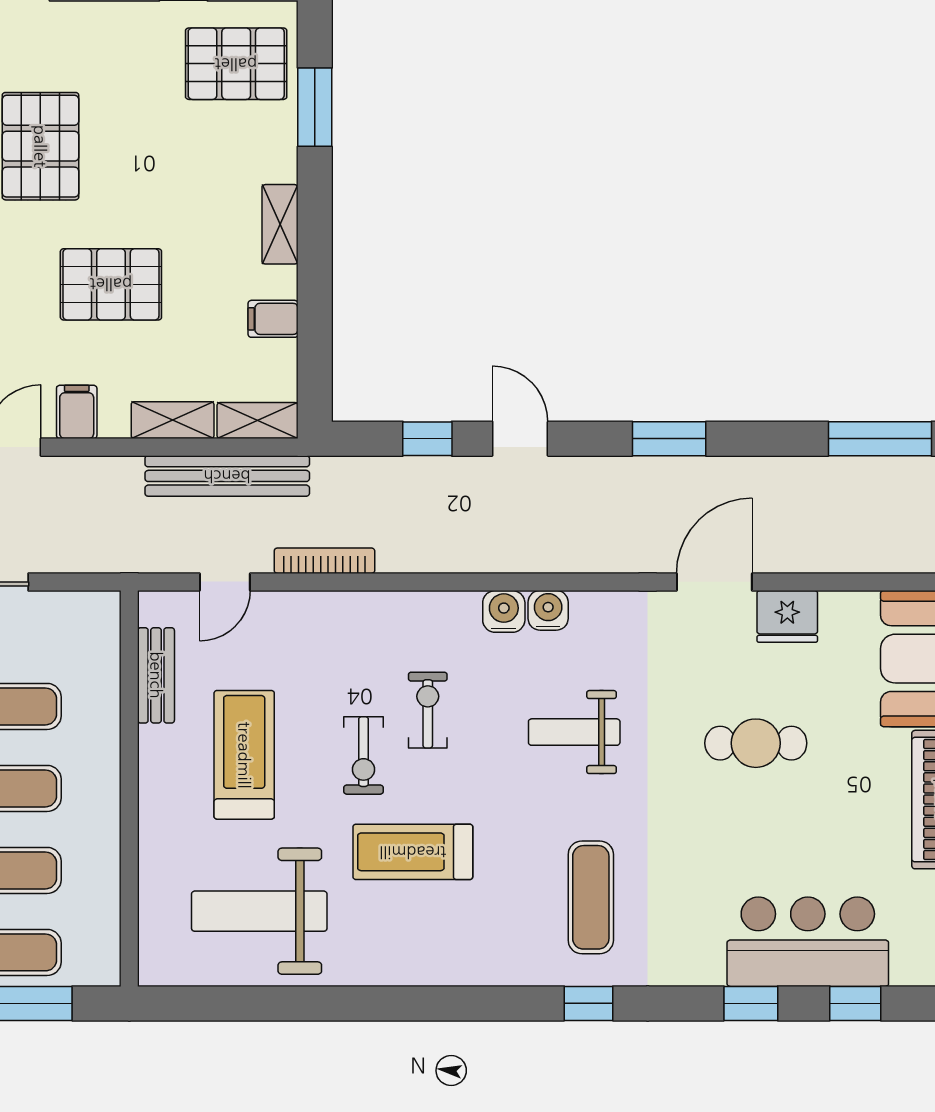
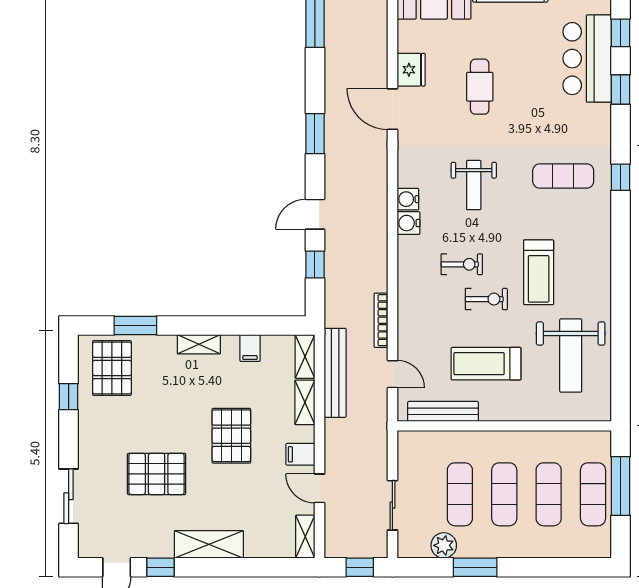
bench: (156, 675) -> (443, 411), width x1.36
exercise bike: (428, 710) -> (462, 264), turned 180

